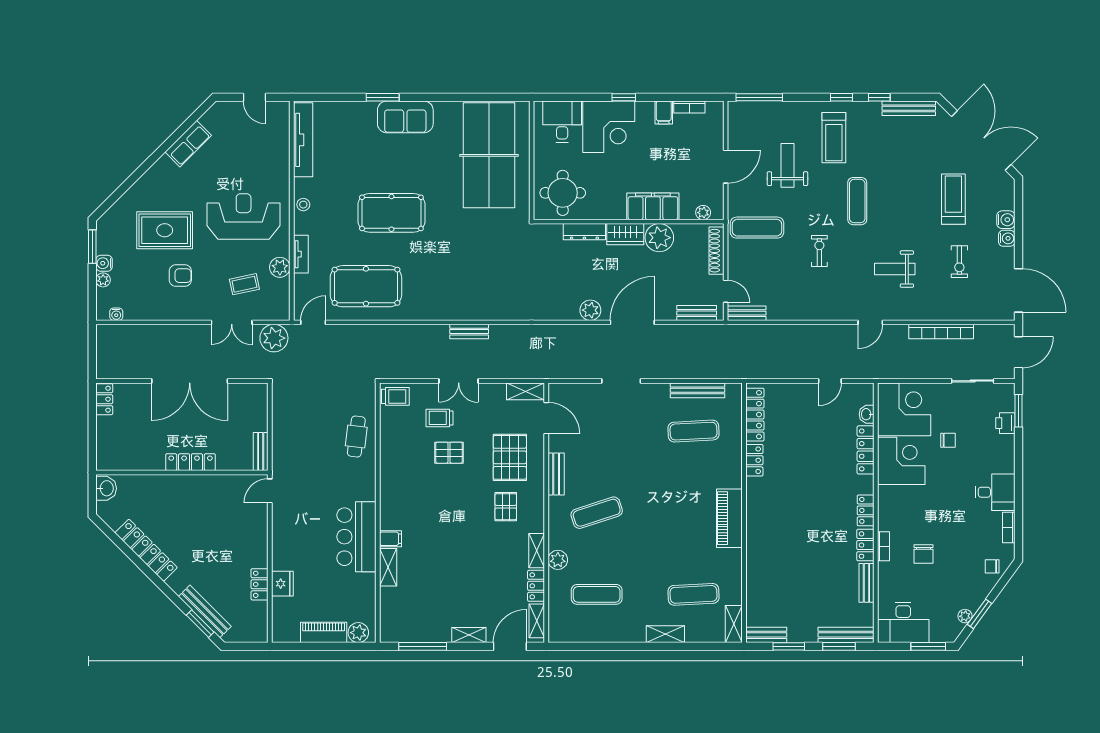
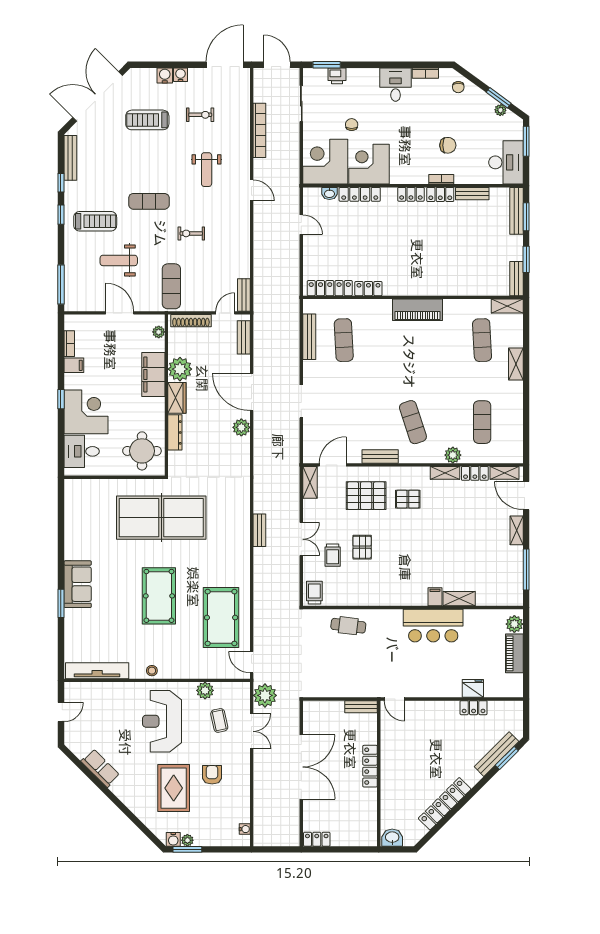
table tennis table: (489, 155) -> (161, 518), moved
tv unit: (301, 254) -> (194, 673), removed
water cooler: (104, 263) -> (173, 839), moved
plant: (103, 280) -> (187, 840), moved

